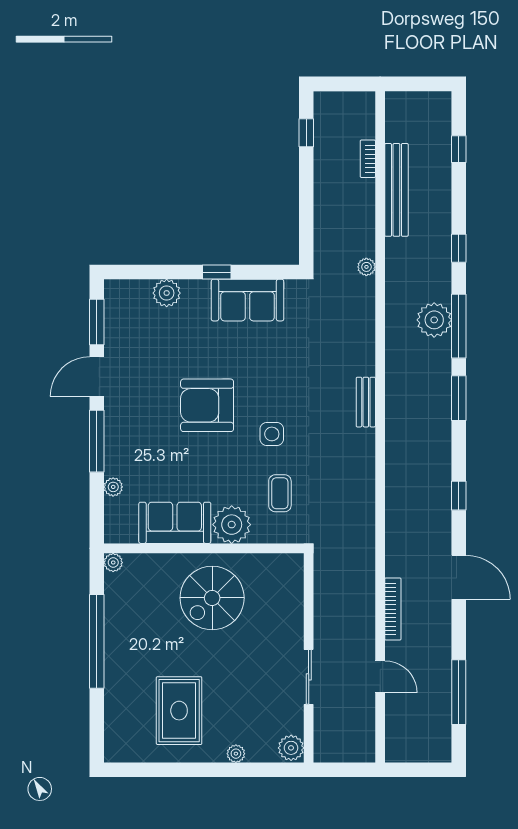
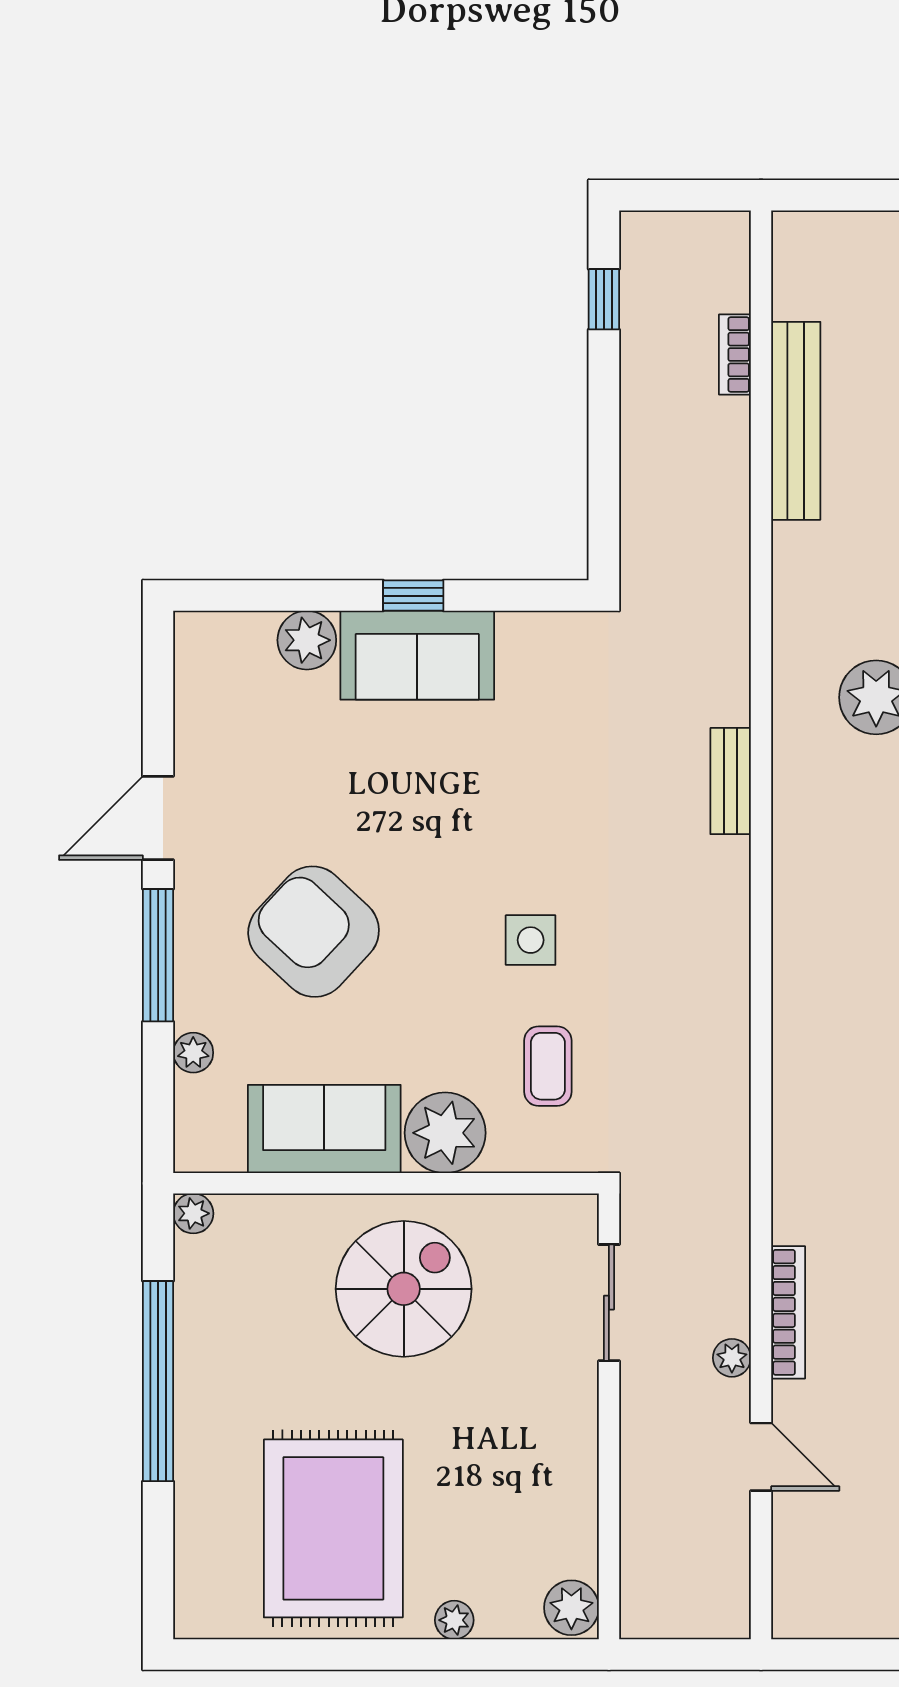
plant: (366, 267) -> (732, 1358), moved
sofa: (247, 300) -> (417, 655), moved
window: (97, 322) -> (158, 702), removed
bench: (366, 402) -> (731, 781), moved
armchair: (207, 405) -> (314, 932), moved, turned 43
spiral stairs: (212, 598) -> (404, 1289), turned 180
sliding door: (309, 677) -> (609, 1303), moved
rug: (179, 711) -> (333, 1528), width x1.37, depth x1.44

